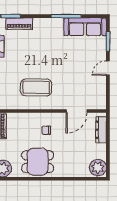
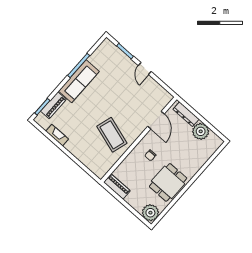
sofa: (85, 27) -> (79, 81), moved
coffee table: (36, 87) -> (112, 135), turned -73
plant: (98, 168) -> (201, 131), moved

